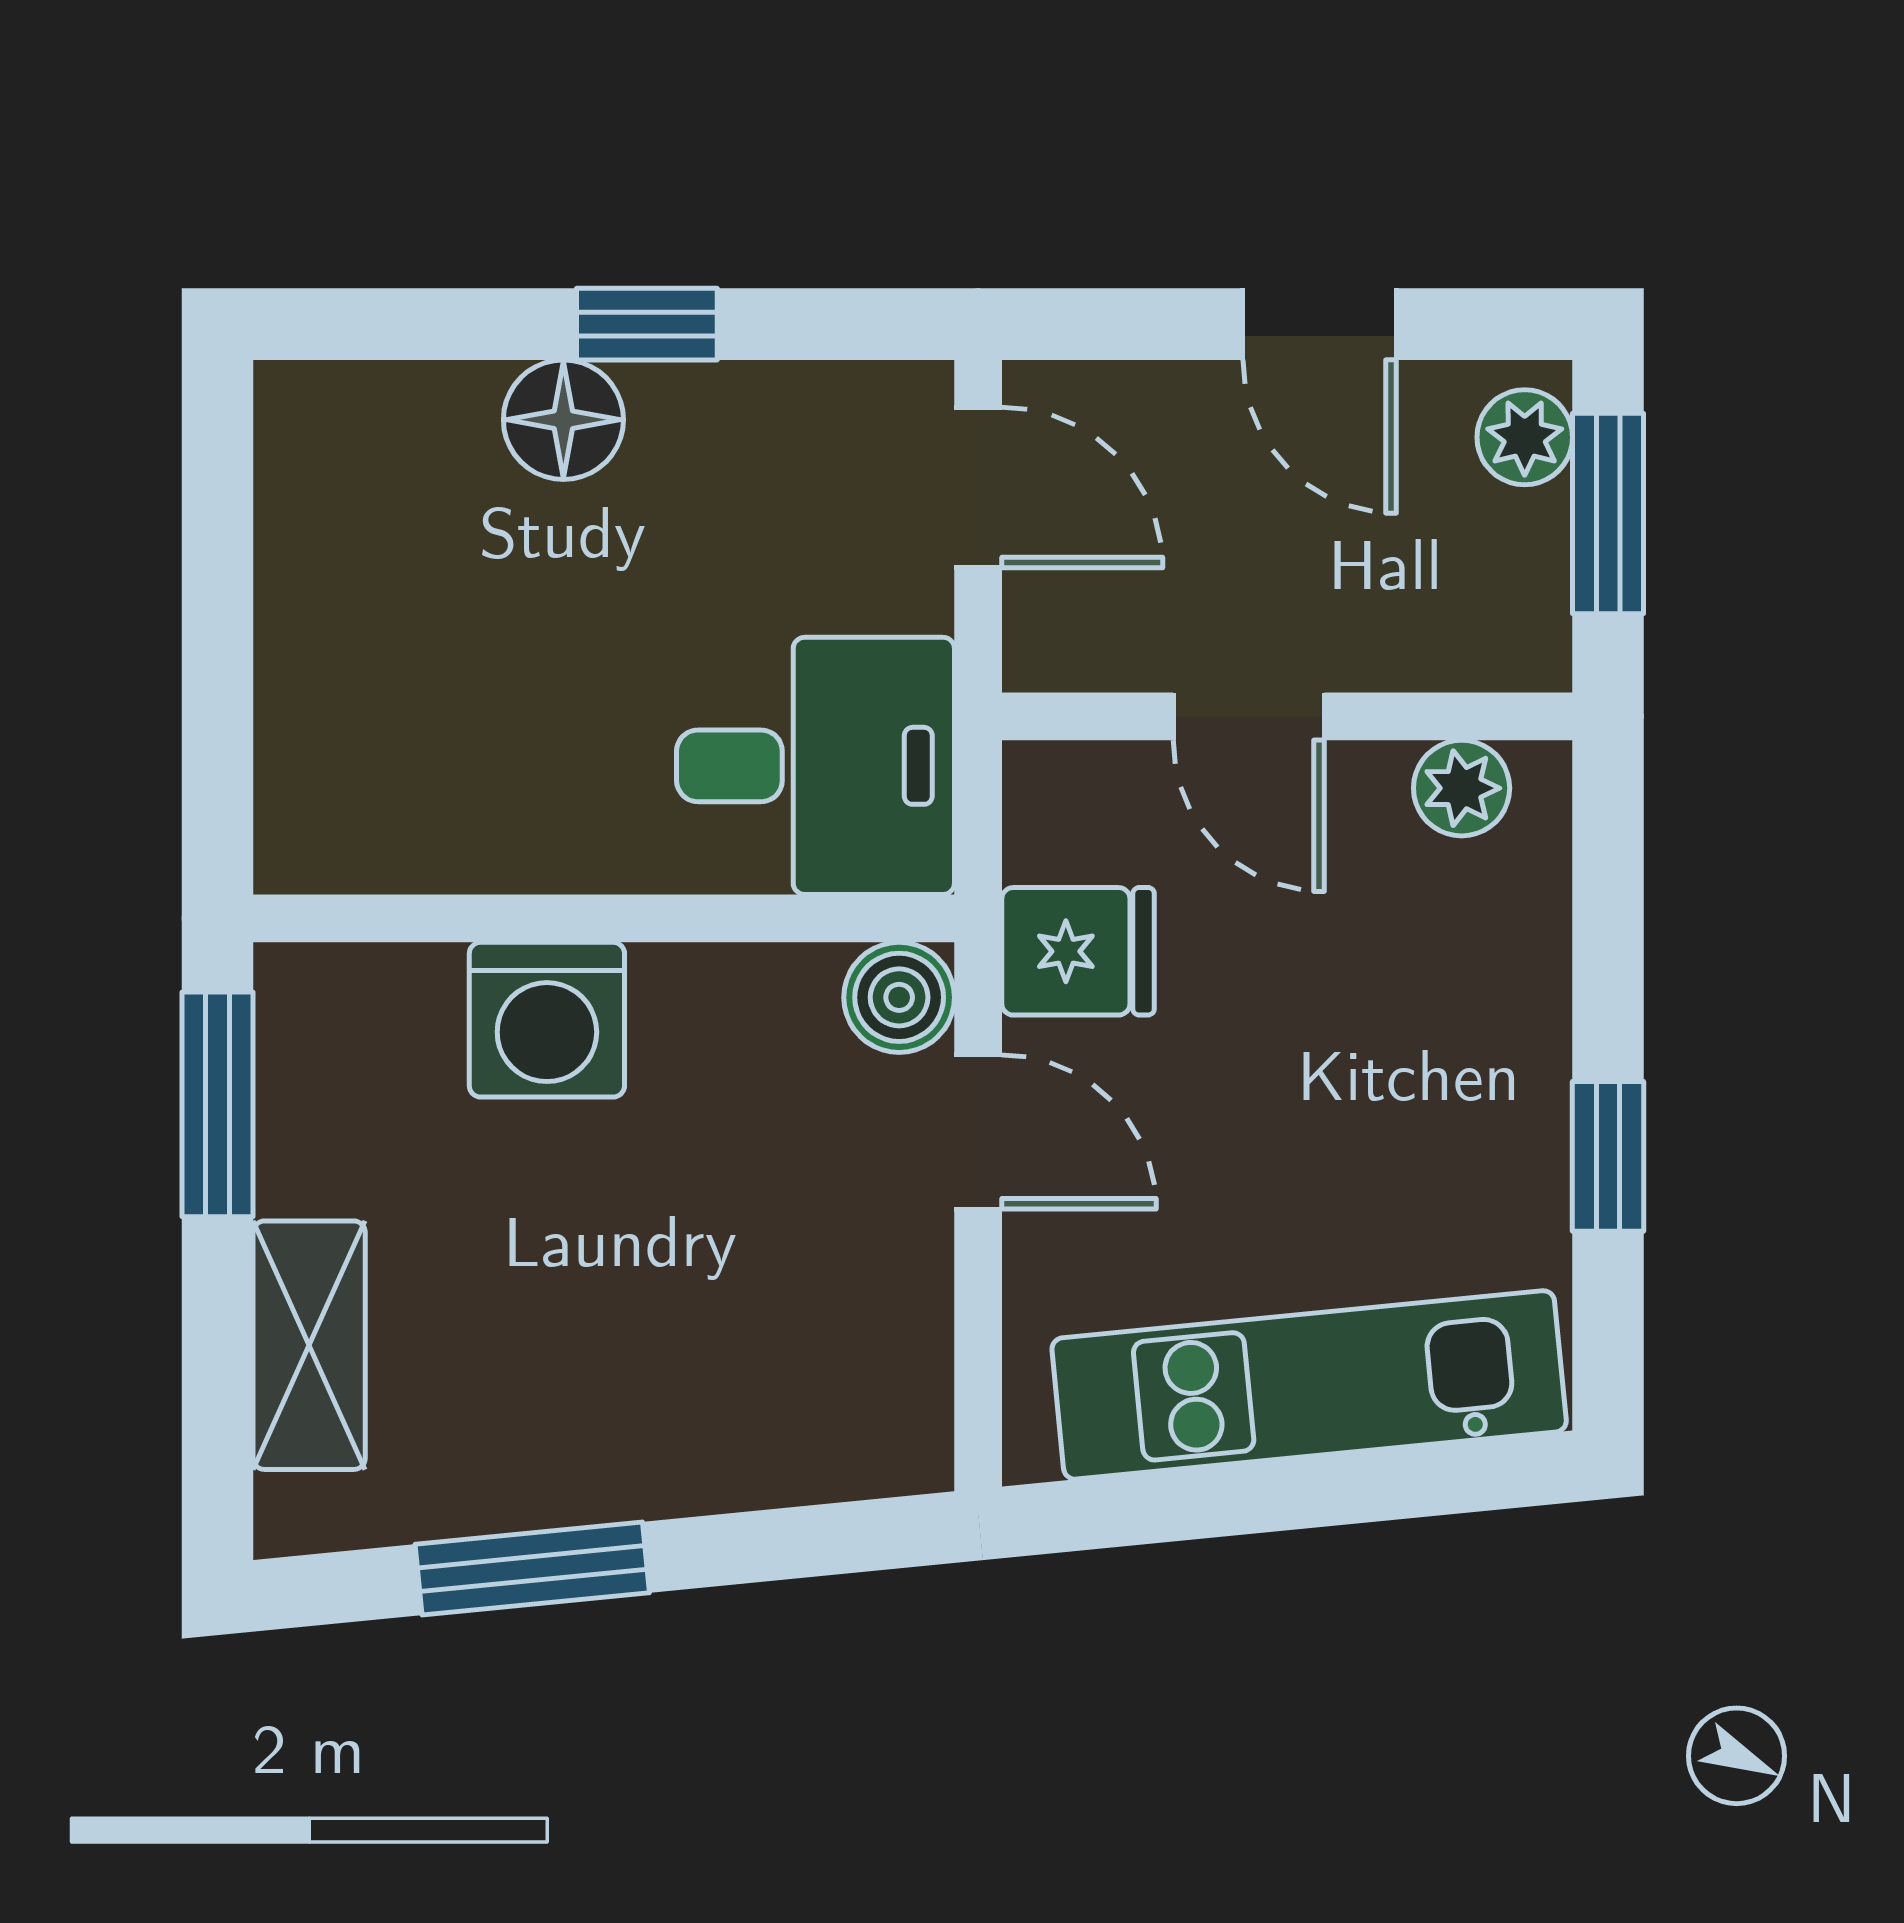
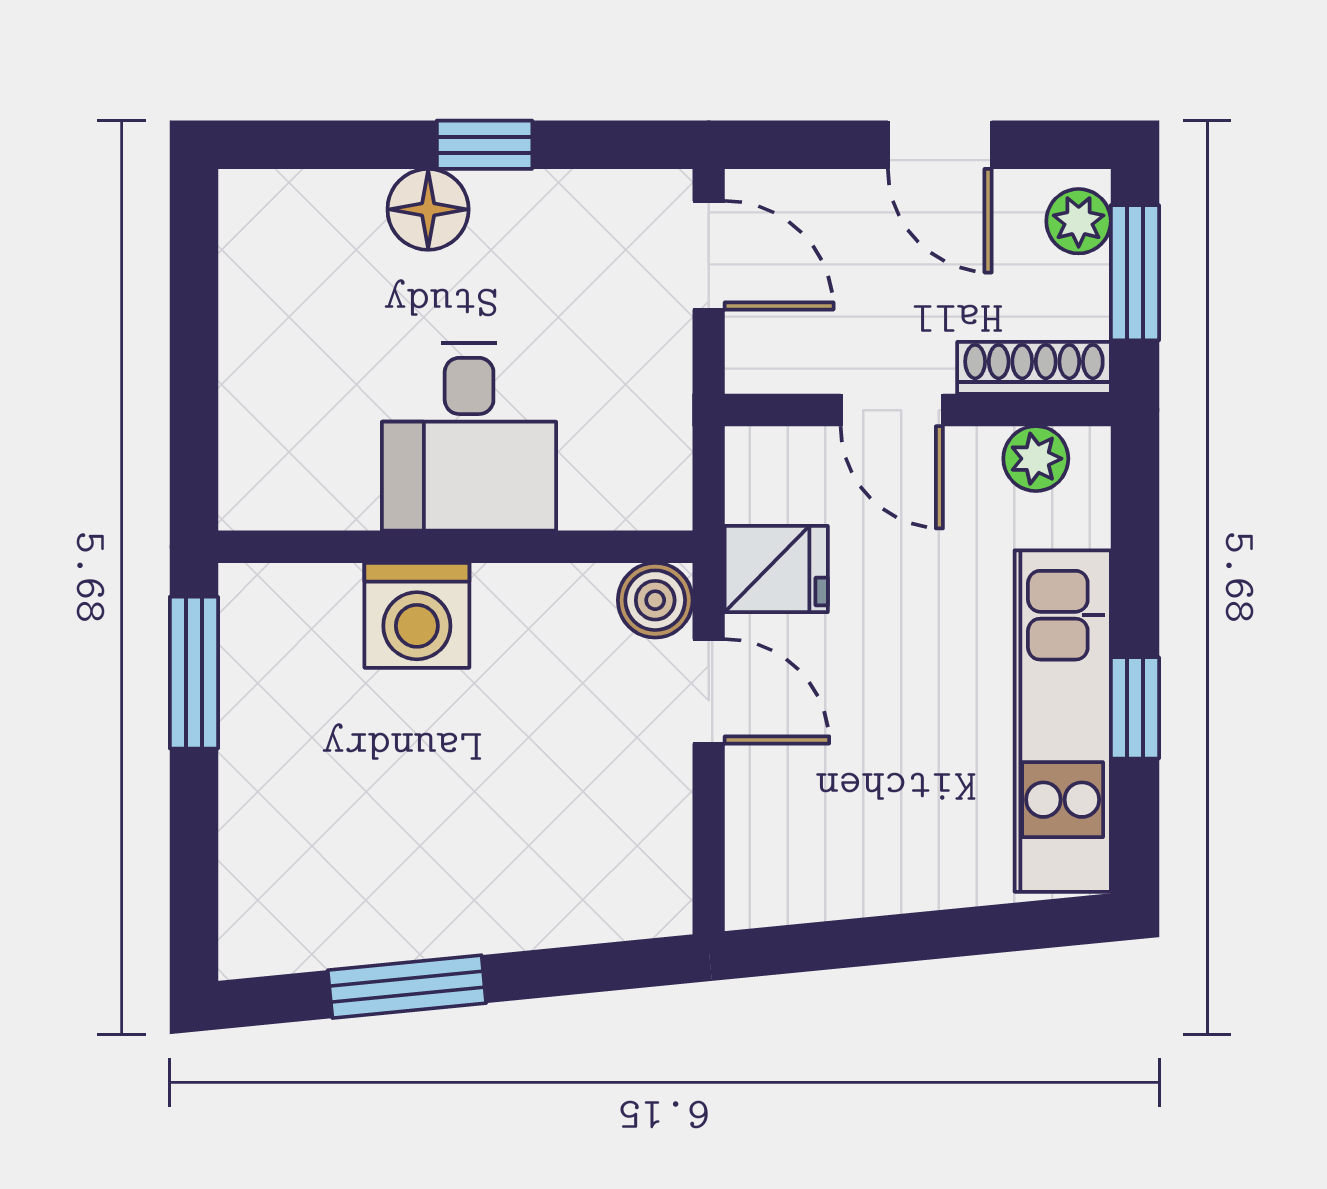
shoe rack: (1459, 654) -> (1034, 368), added
desk: (815, 766) -> (469, 437), moved, turned 90
shelving: (309, 1345) -> (256, 836), removed
kitchen unit: (1309, 1385) -> (1063, 721), moved, turned -84

